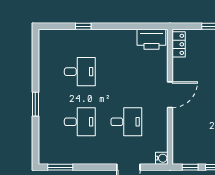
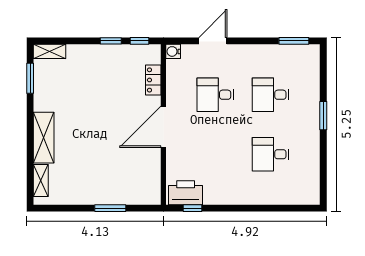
window: (83, 26) -> (192, 208), moved
locker: (179, 44) -> (153, 80), moved
door: (170, 95) -> (163, 127), width x1.36

